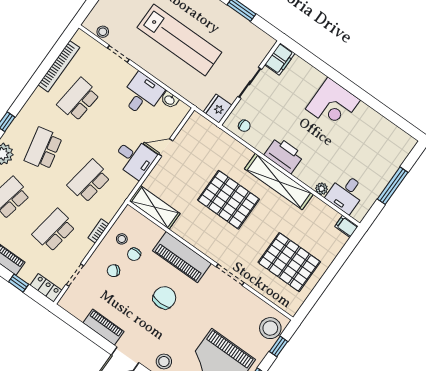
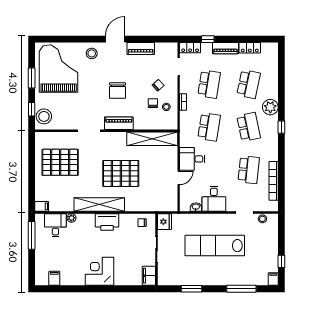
filing cabinet: (391, 133) -> (54, 278), added
window: (393, 186) -> (32, 235), moved
shelving: (155, 207) -> (152, 139), width x1.47
piano: (182, 257) -> (119, 123), width x0.73, depth x0.75

